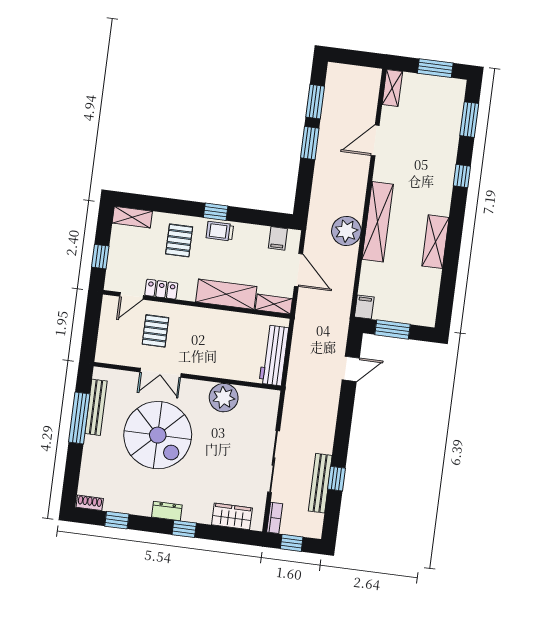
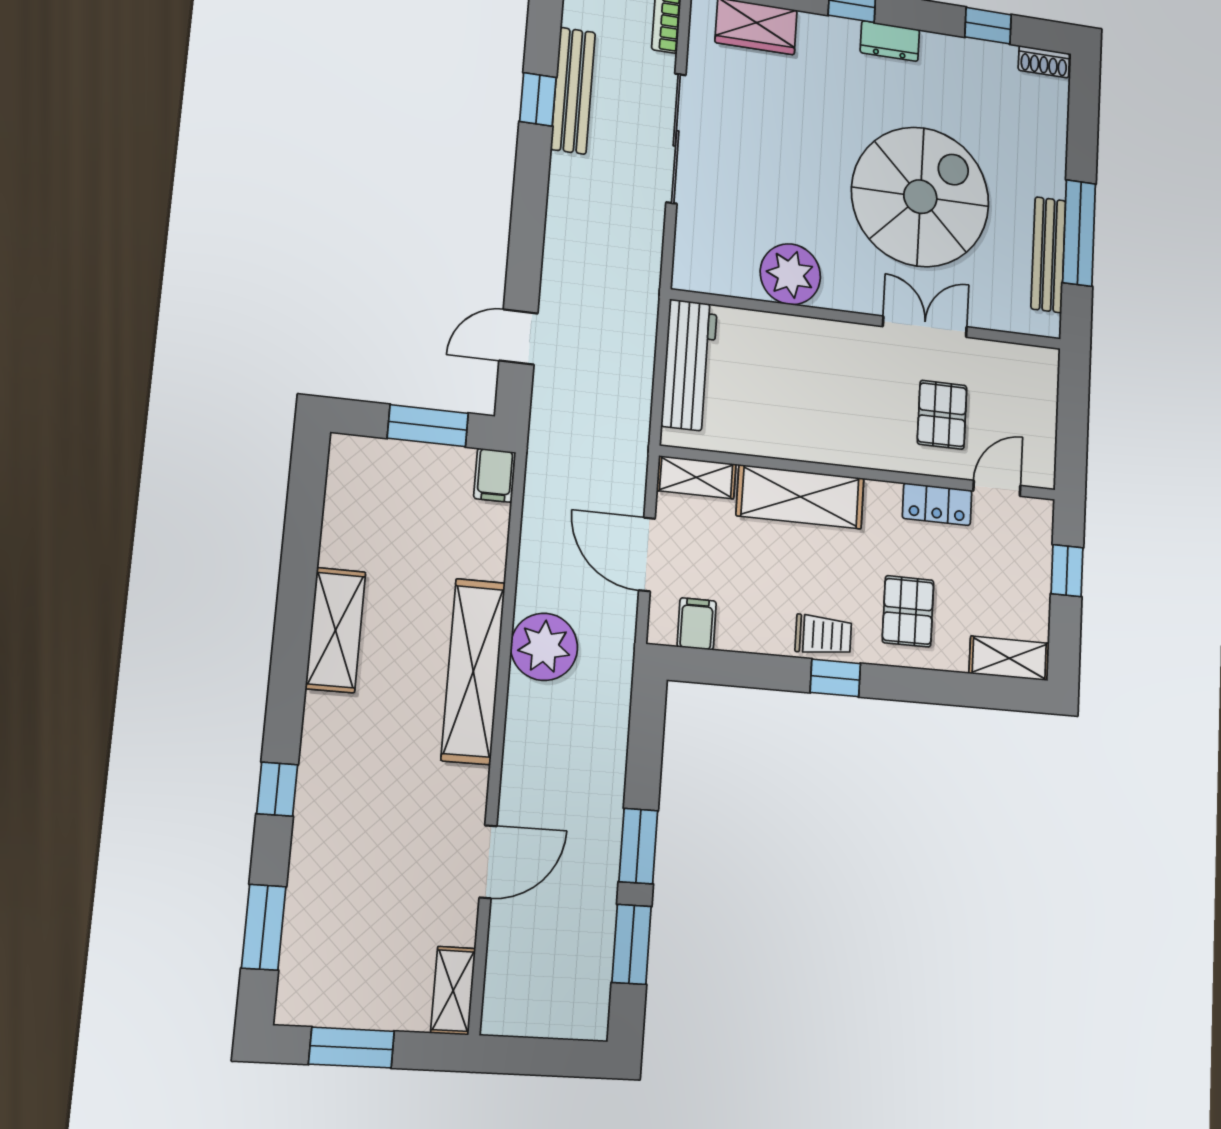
spiral stairs: (158, 435) -> (920, 197), turned 90

